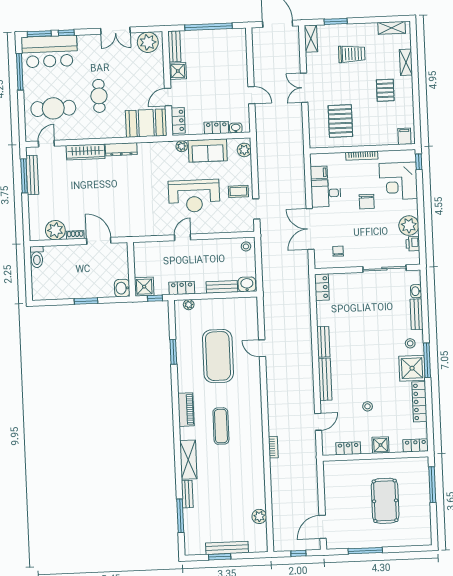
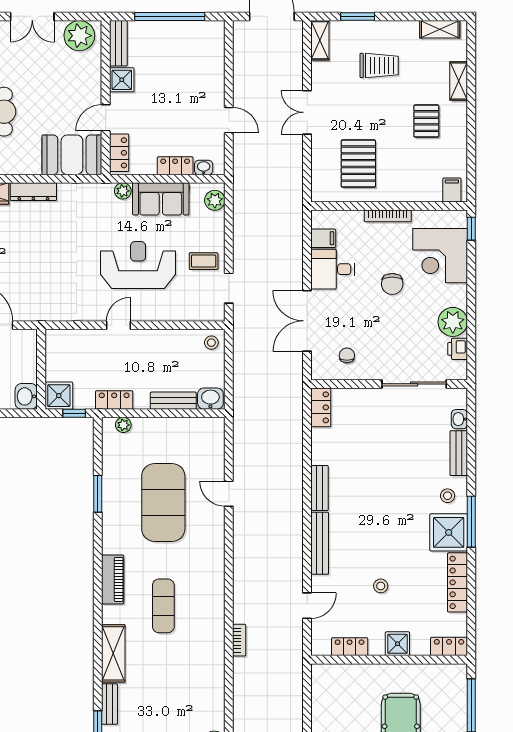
reception desk: (194, 196) -> (138, 265), turned 180

